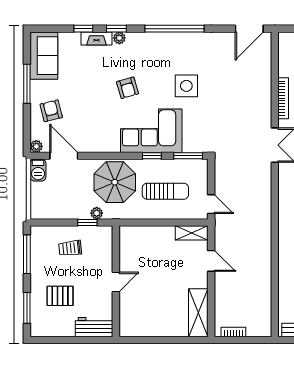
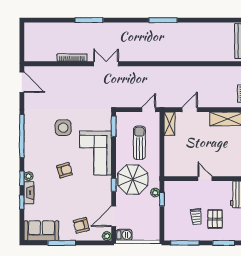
window: (152, 156) -> (114, 185), moved
trolley: (70, 248) -> (196, 217), moved

